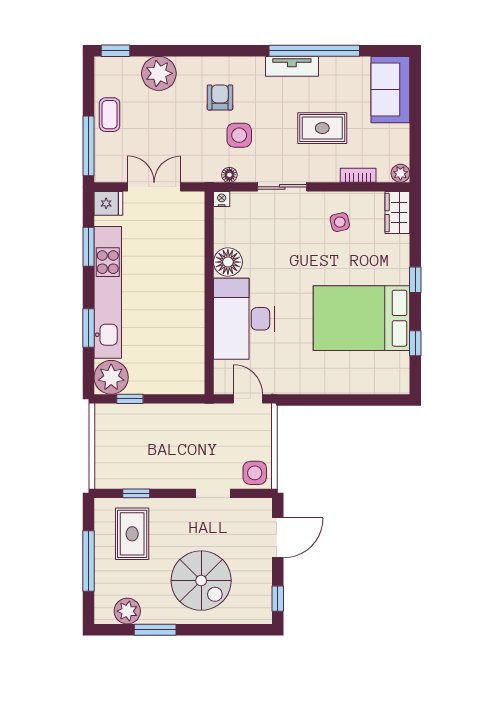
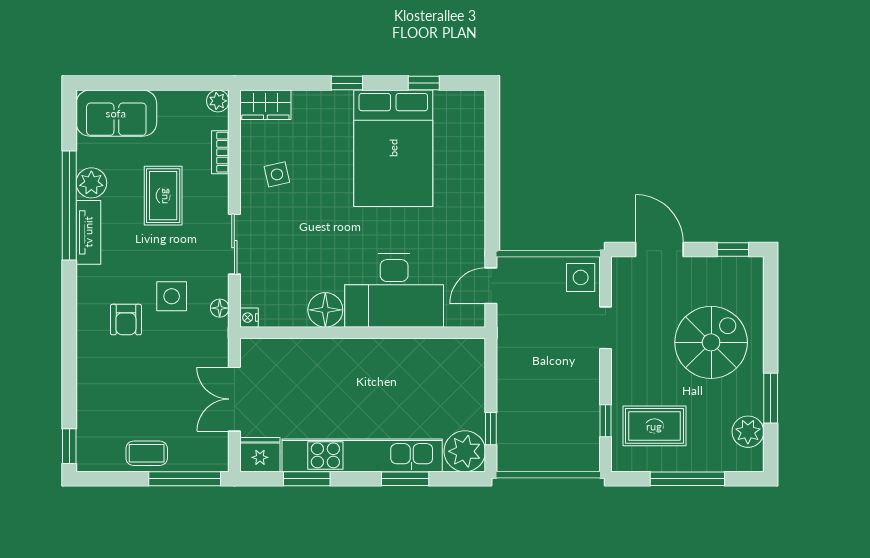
plant: (159, 73) -> (91, 183), moved, width x0.73, depth x0.73
armchair: (220, 97) -> (126, 320), turned -90
fridge: (108, 203) -> (260, 455), width x1.38

